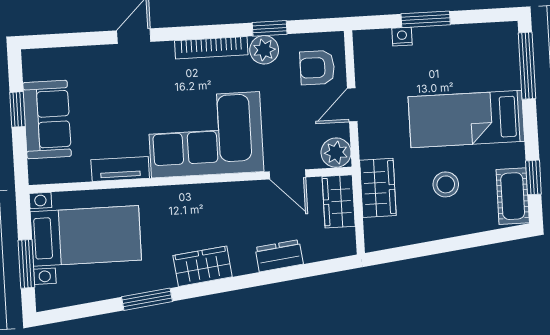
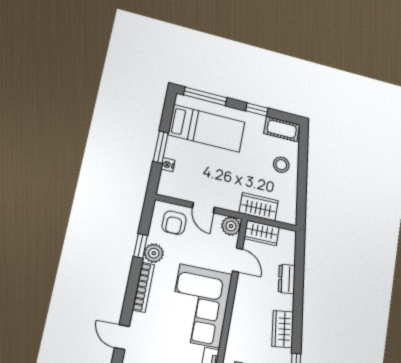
bed: (466, 119) -> (207, 128), moved, turned -90
door: (288, 174) -> (237, 260), hinge flipped
window: (533, 177) -> (257, 110), moved
stool: (446, 184) -> (281, 165), moved

